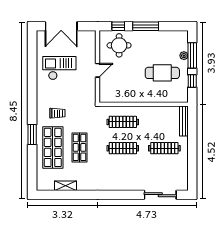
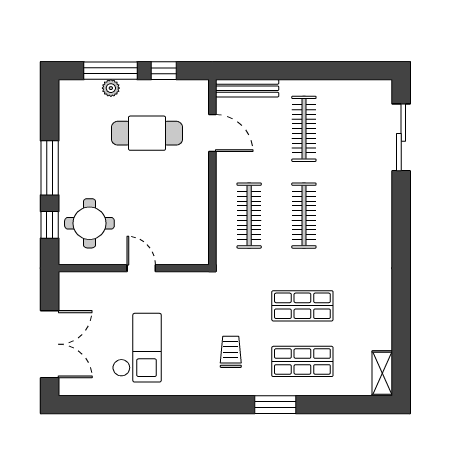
checkout: (59, 68) -> (137, 348), turned 180
cafe table: (162, 73) -> (147, 133), turned 90
door: (162, 104) -> (212, 133), added
shop shelf: (53, 147) -> (302, 361), width x0.70, depth x0.74
shelving: (65, 186) -> (382, 373), moved

